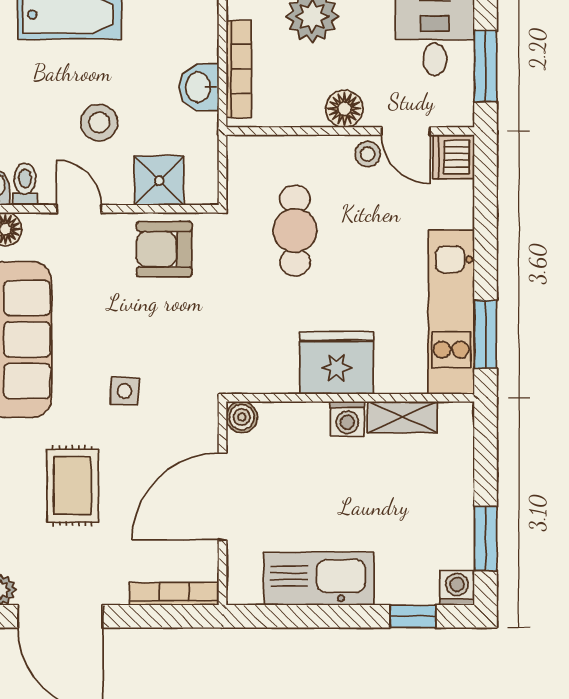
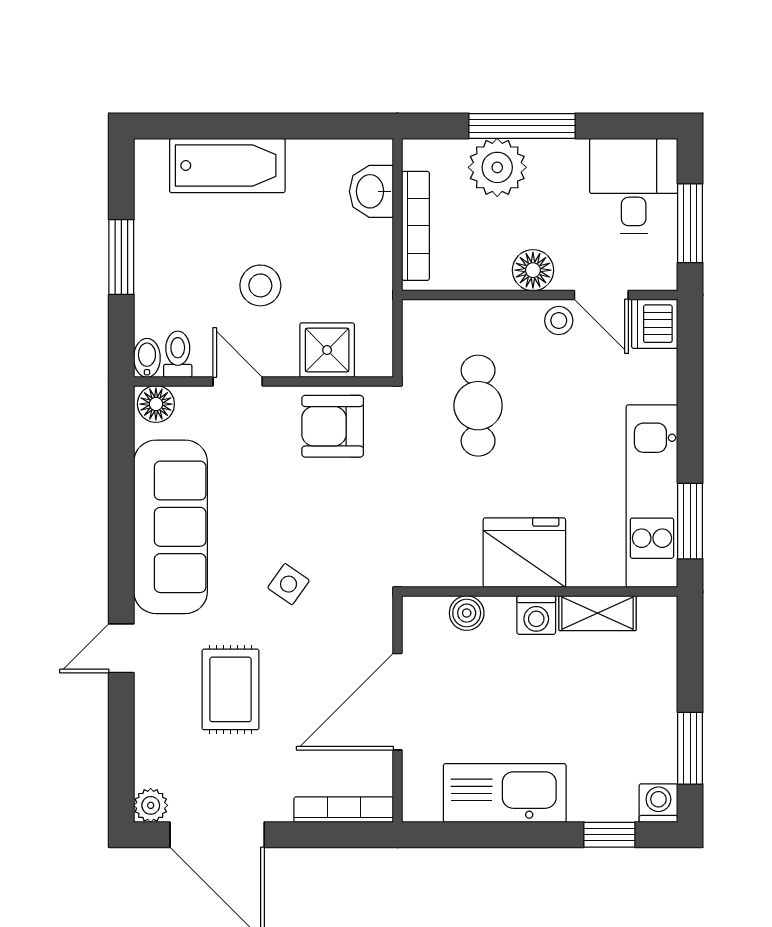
washbasin: (199, 87) -> (371, 191), moved
side table: (125, 391) -> (289, 584), turned 32
boiler: (242, 417) -> (467, 613), moved

